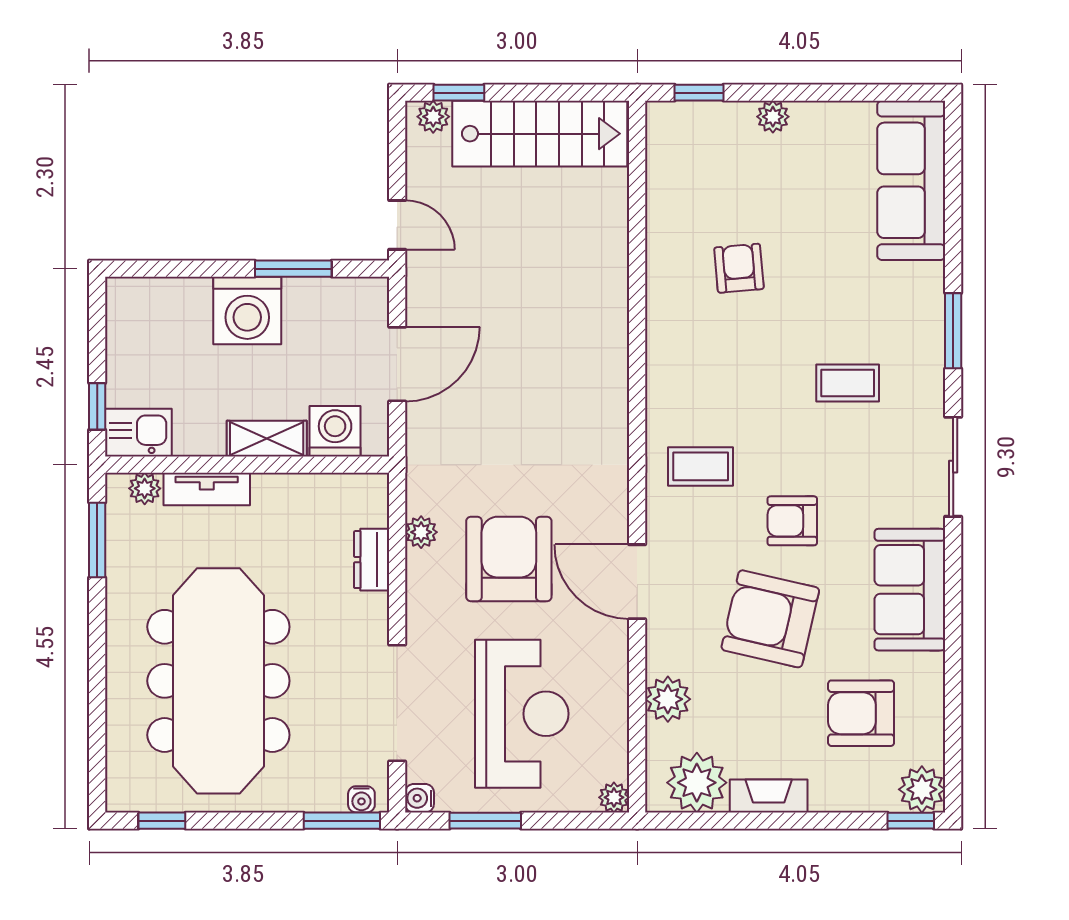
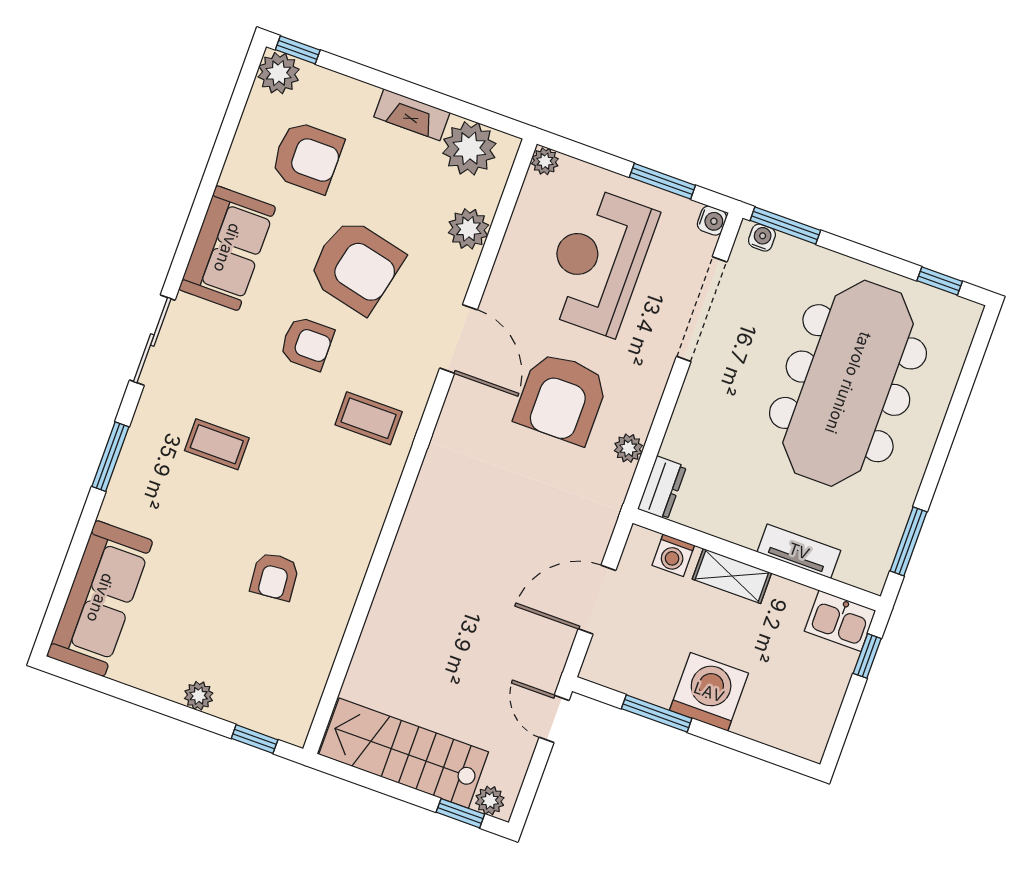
washing machine: (335, 431) -> (673, 555), width x0.73, depth x0.73
plant: (145, 488) -> (852, 571), removed
dresser: (372, 560) -> (662, 488), moved

